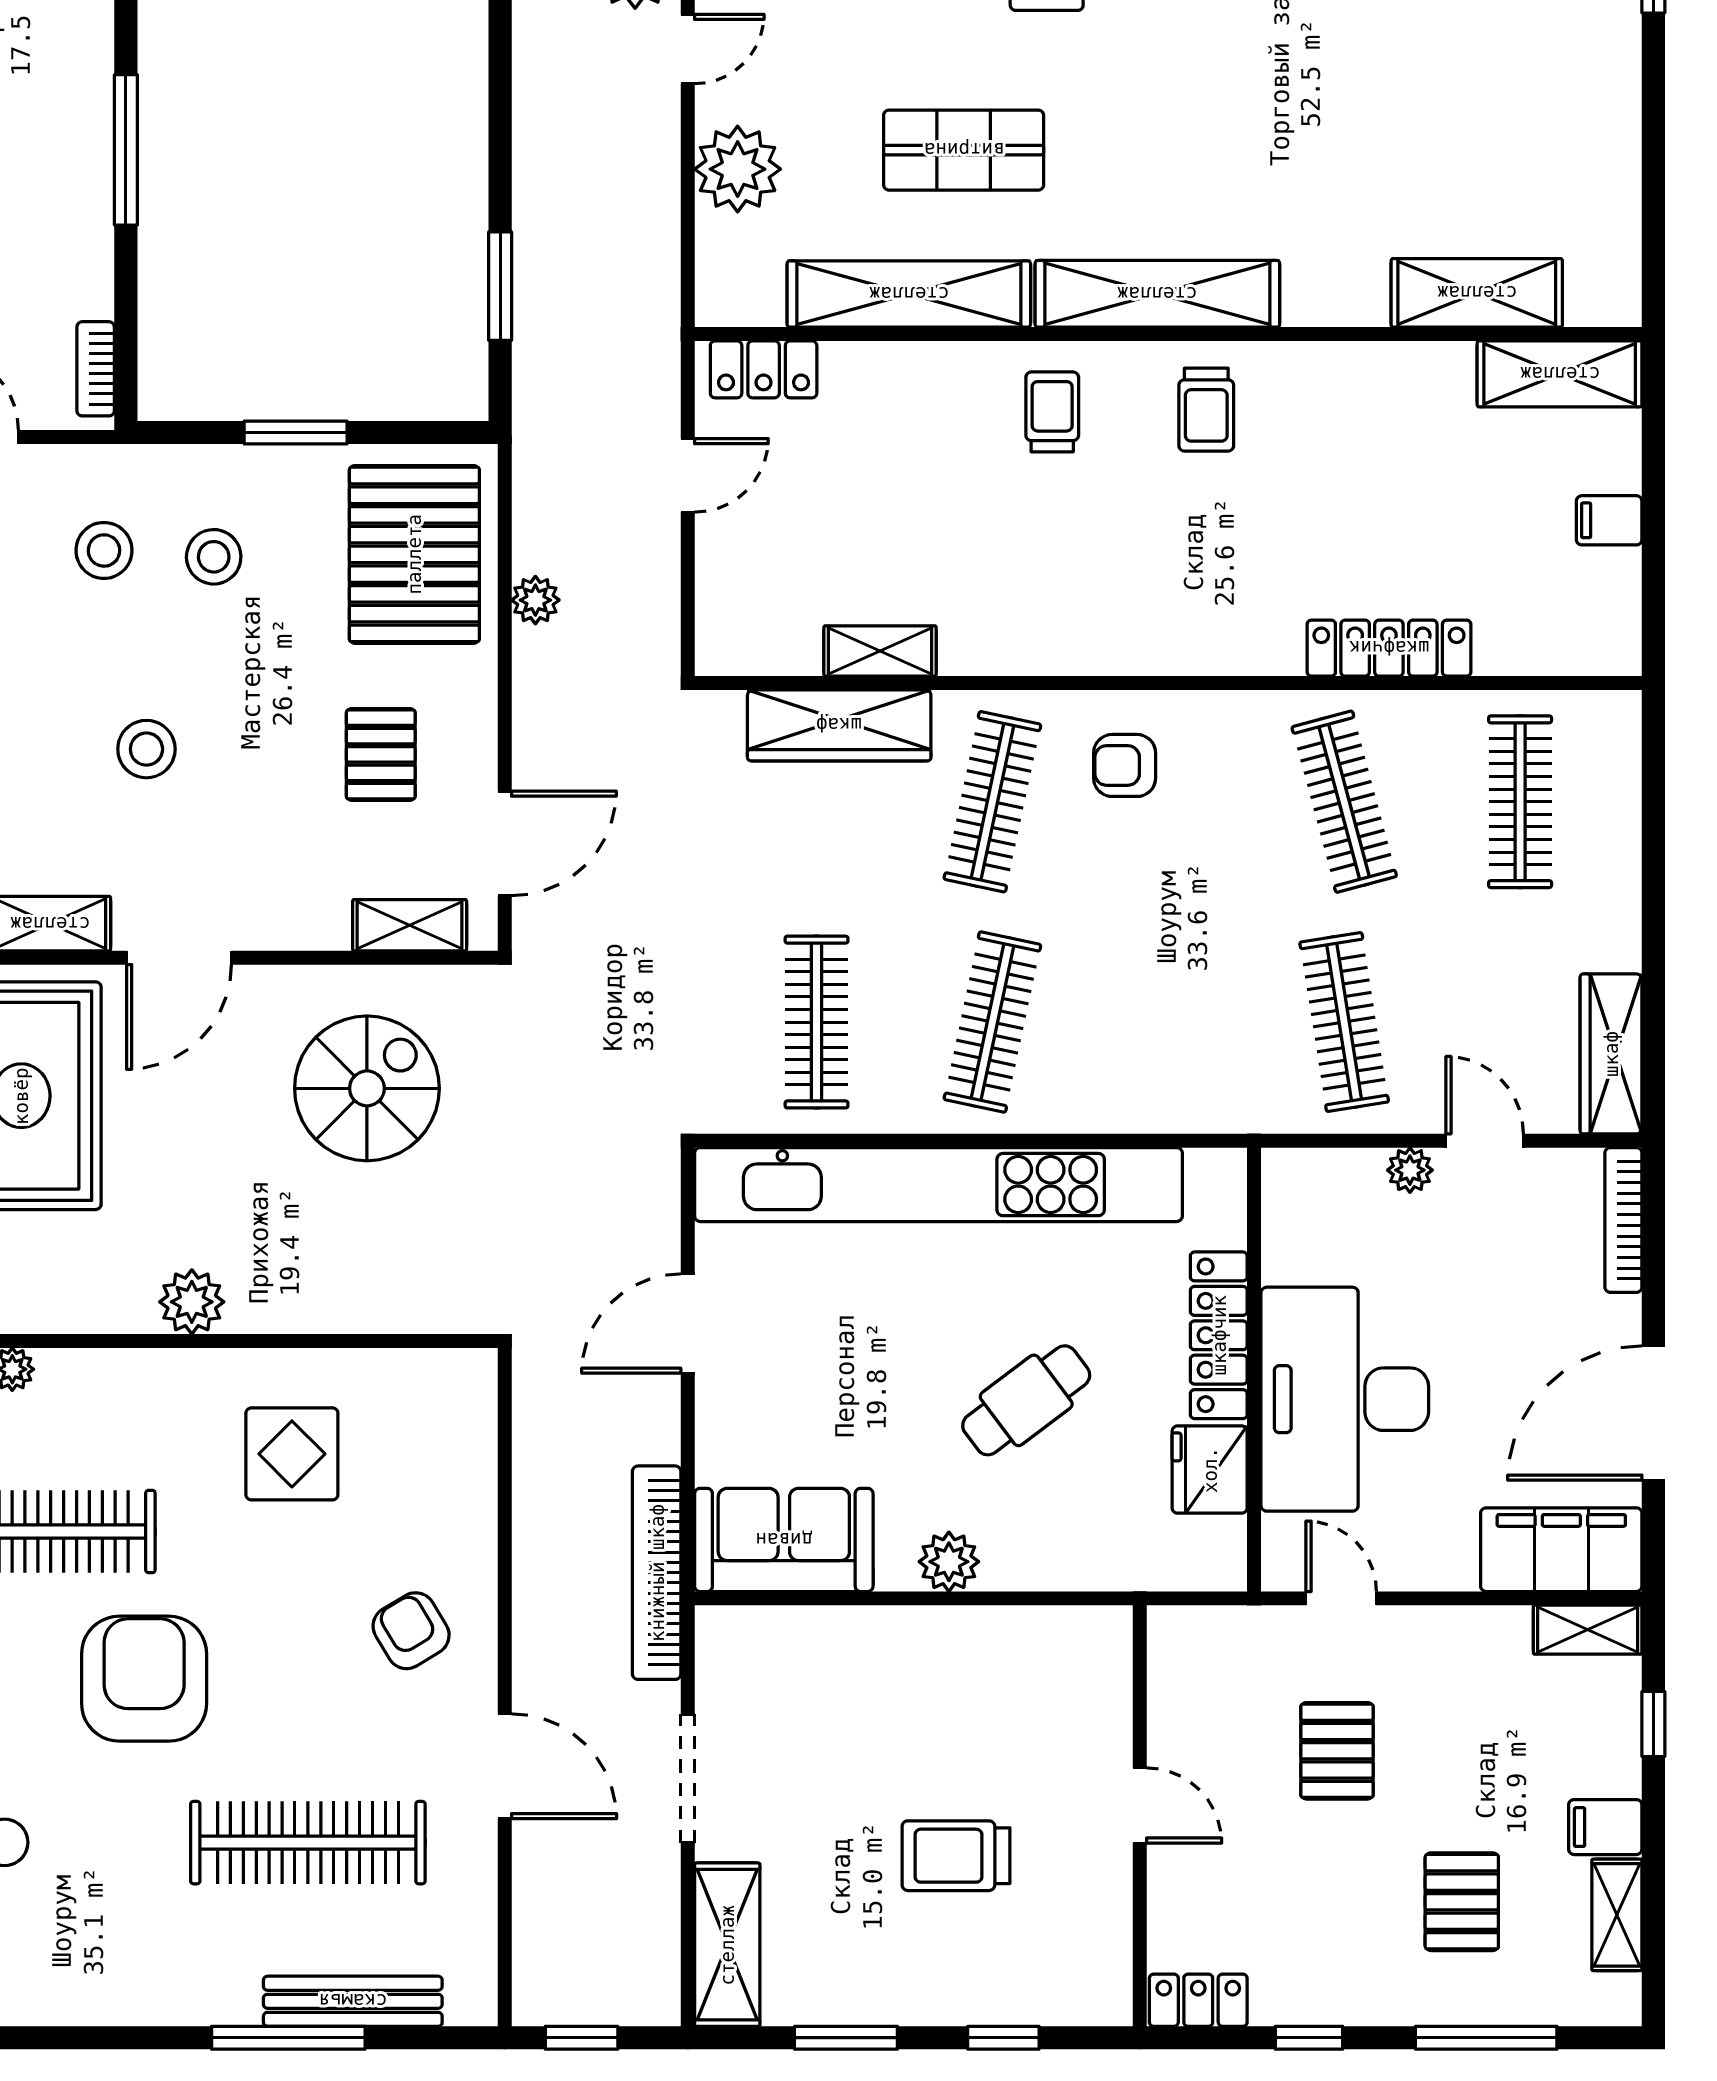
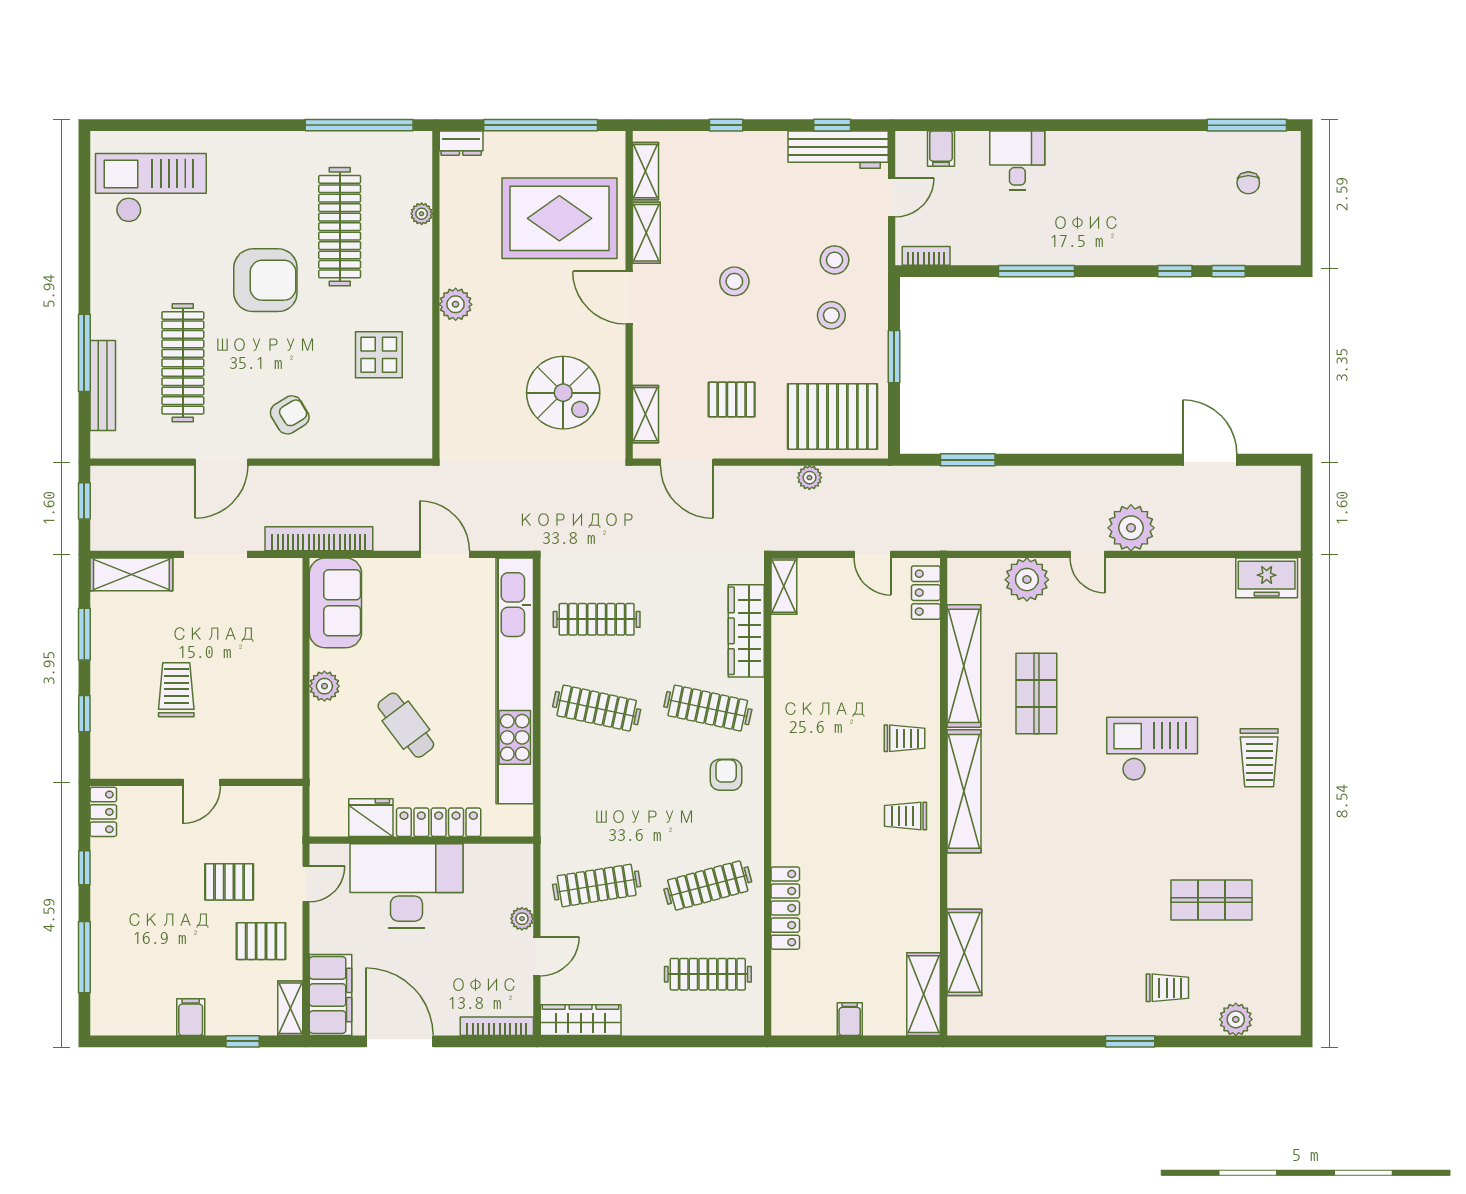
shelving: (880, 651) -> (784, 586), moved
pallet: (1462, 1902) -> (261, 941), moved
shelving: (1617, 1915) -> (146, 1023), removed

